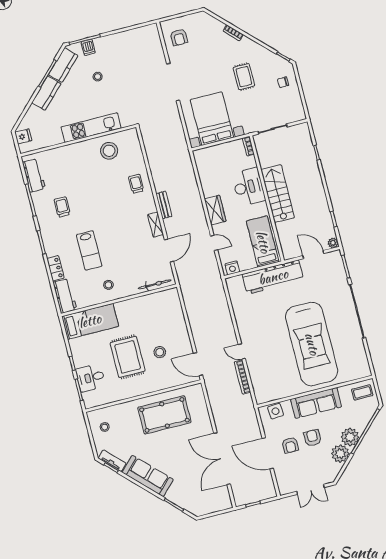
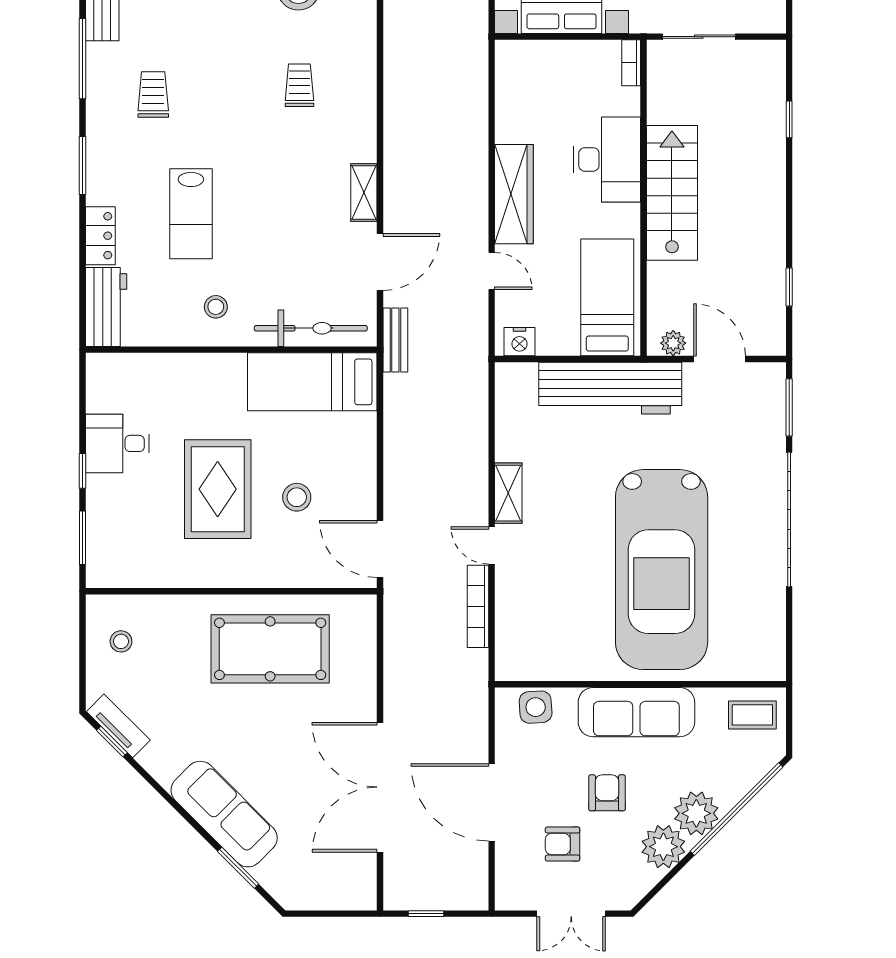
trolley: (136, 184) -> (299, 85), moved
bench: (164, 205) -> (395, 340), moved
wardrobe: (215, 210) -> (514, 194), width x1.50
plant: (333, 243) -> (673, 343), moved
bicycle: (155, 284) -> (311, 328), width x1.37, depth x1.40
bed: (90, 321) -> (312, 382), moved, turned 180
shelving: (243, 329) -> (508, 493), added
desk: (91, 378) -> (117, 443), moved
armchair: (290, 445) -> (563, 844), moved, turned 90
sofa: (148, 476) -> (224, 814), moved

